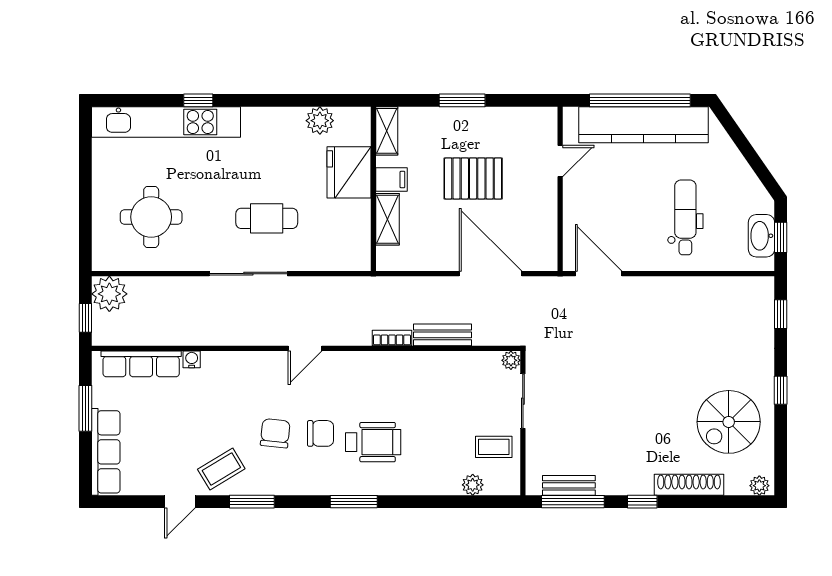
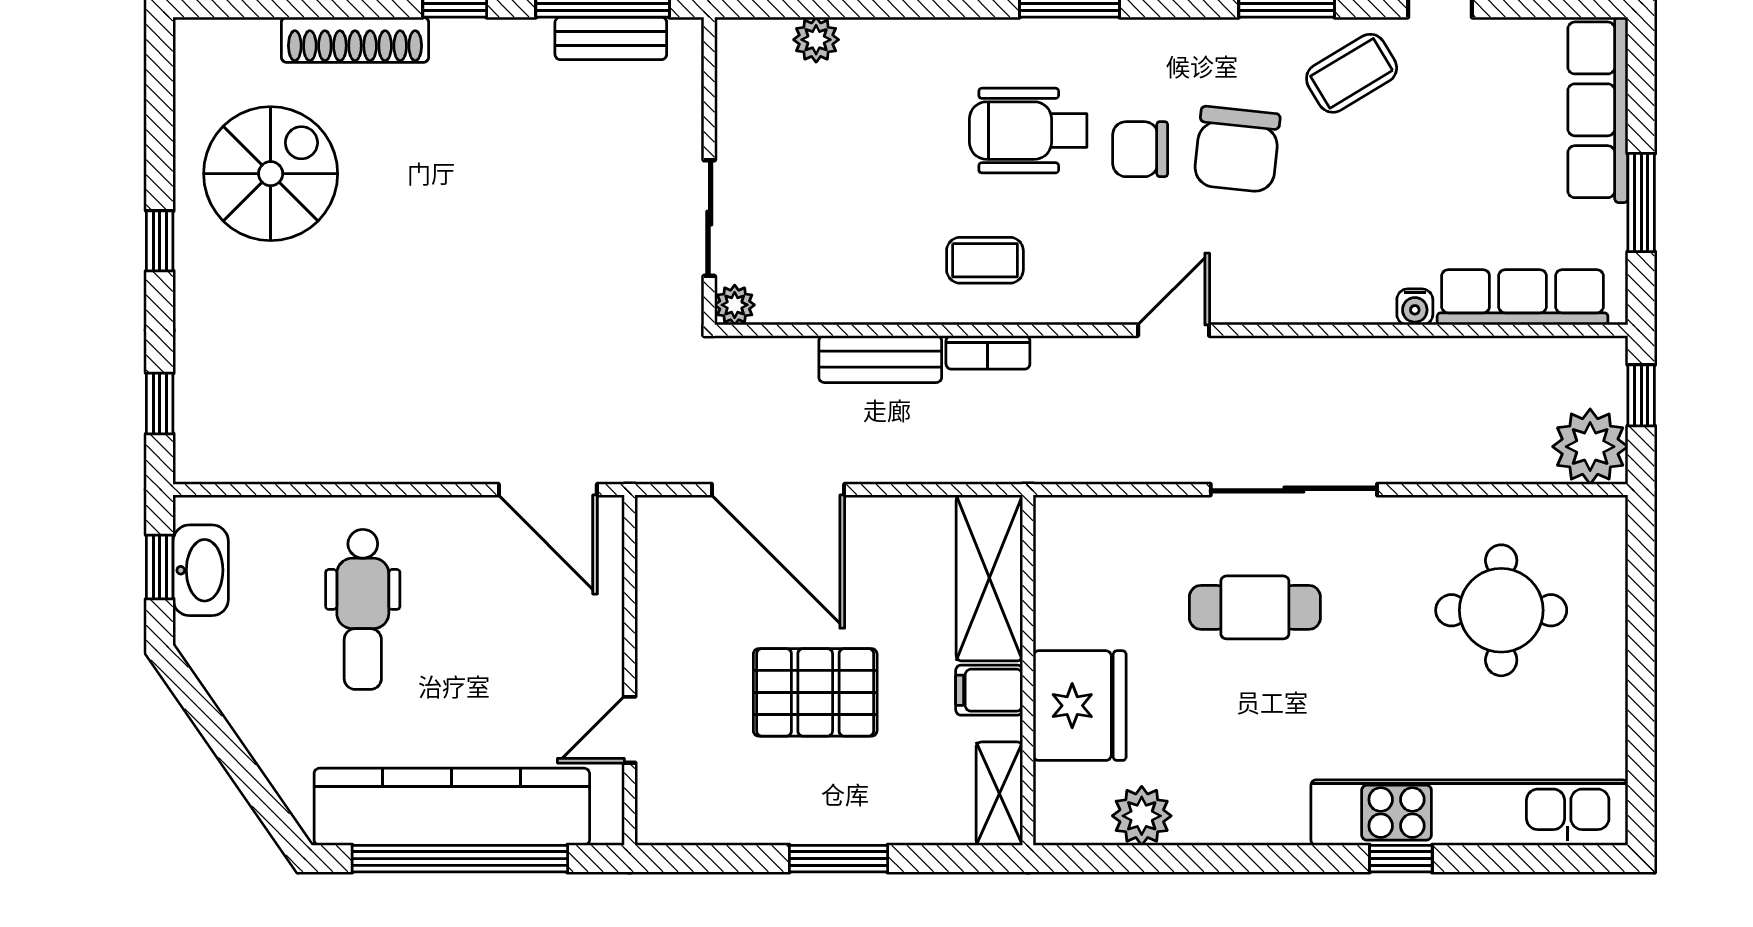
shelving: (387, 219) -> (989, 578), width x1.50, depth x1.33
chair: (275, 433) -> (1237, 149), width x1.37, depth x1.37
coffee table: (494, 447) -> (985, 260), moved
plant: (759, 486) -> (205, 38), removed

